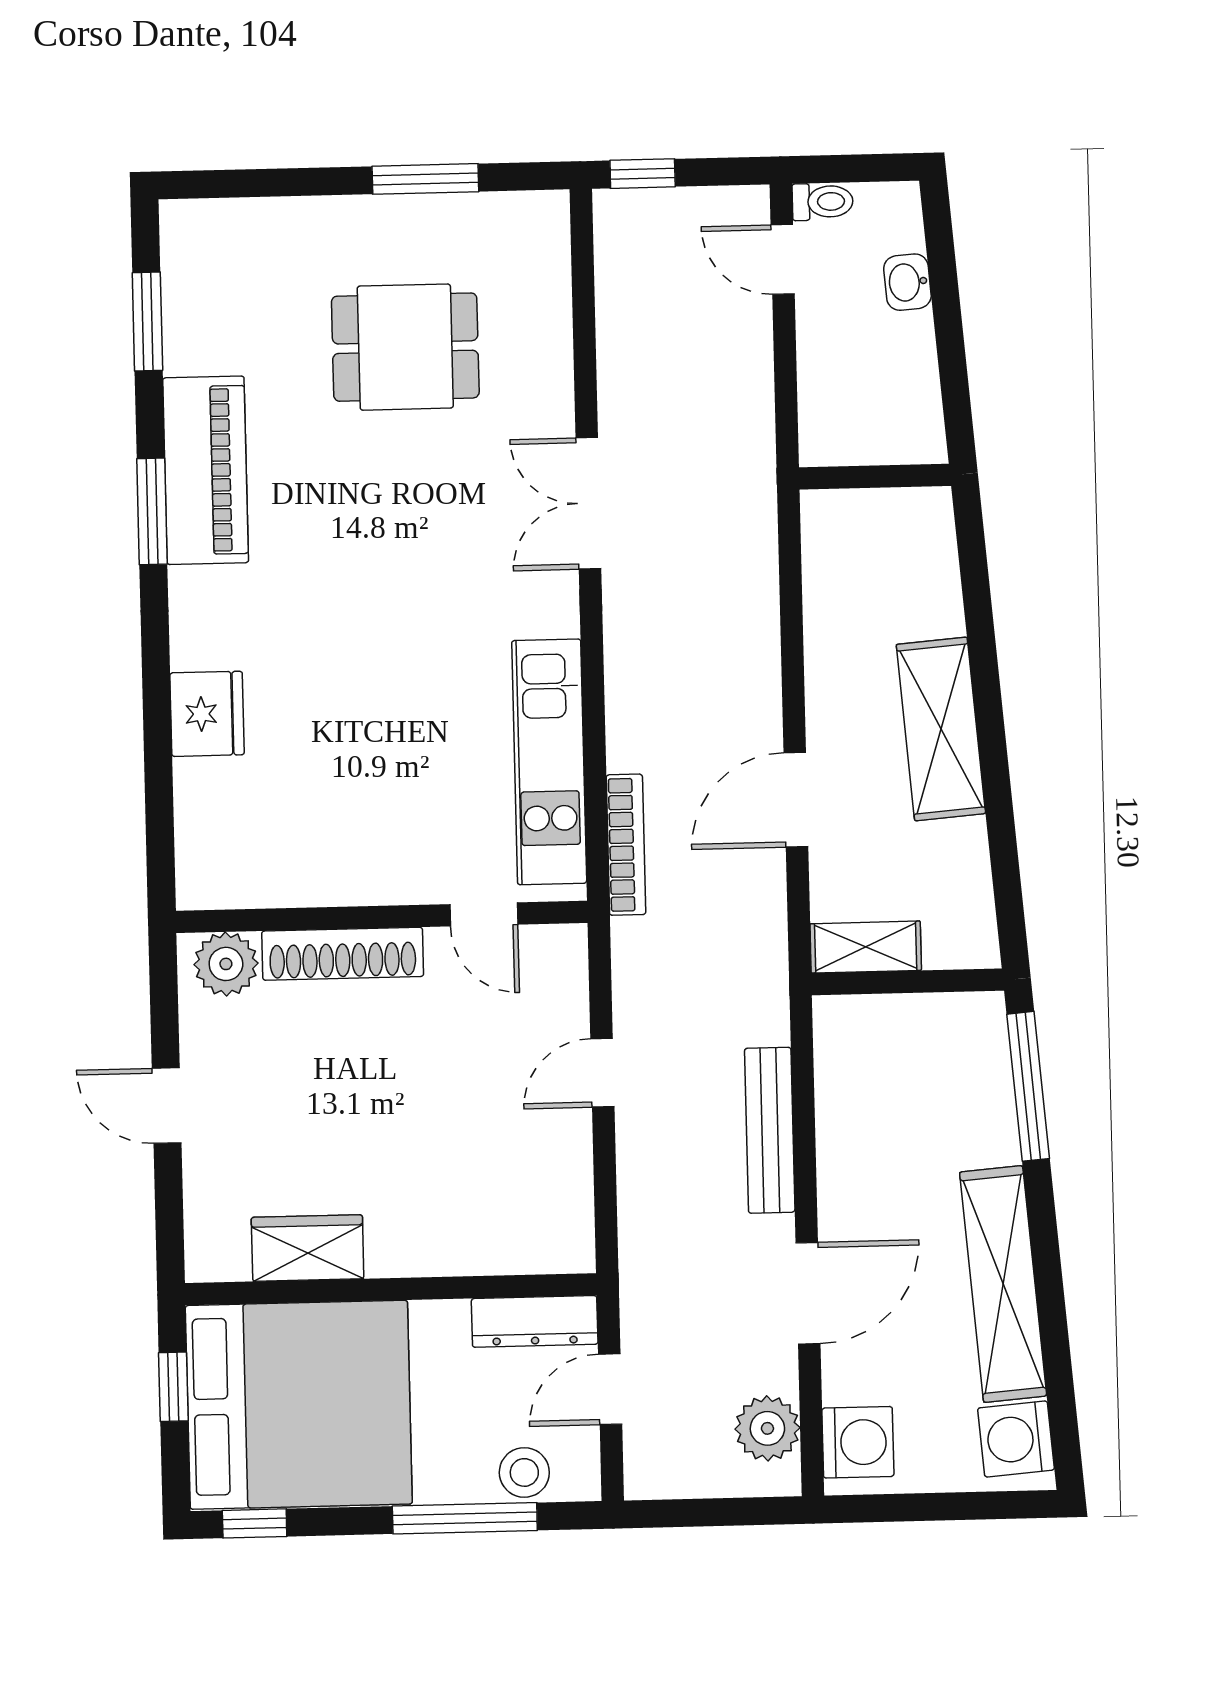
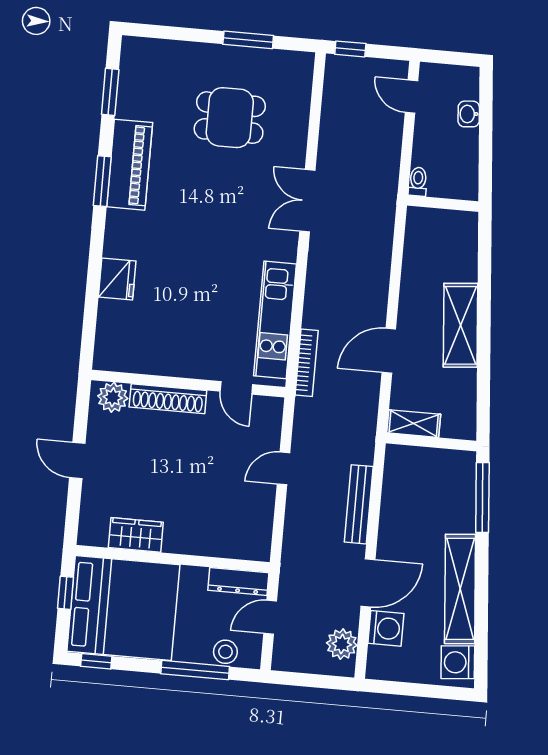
toilet: (823, 202) -> (418, 182), moved, turned -90
washing machine: (858, 1442) -> (386, 628), moved

